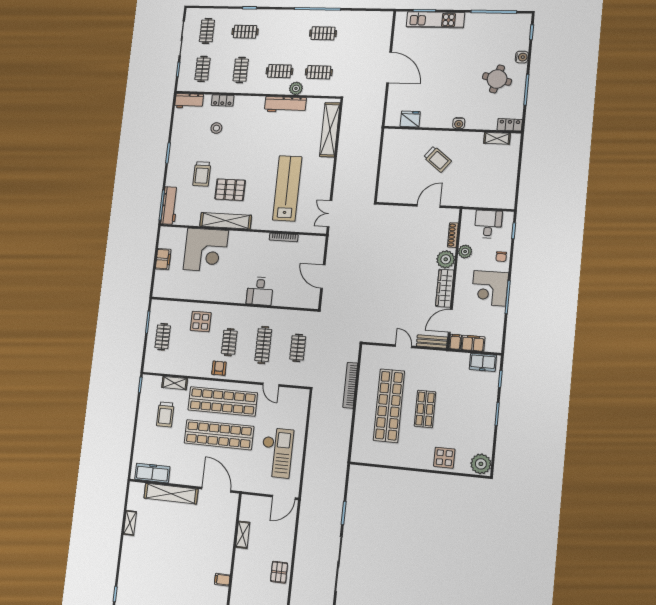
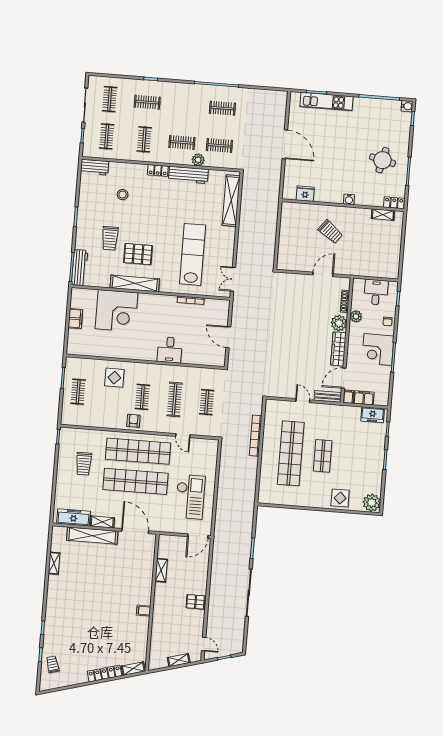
water cooler: (522, 57) -> (407, 106), moved
locker: (223, 100) -> (158, 170), moved
shelving: (175, 383) -> (102, 522), moved
pallet: (279, 572) -> (196, 602), turned 90

